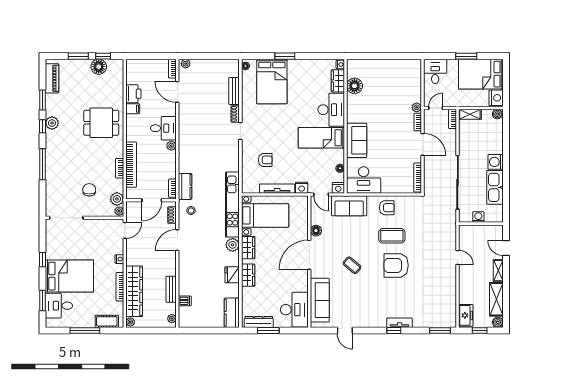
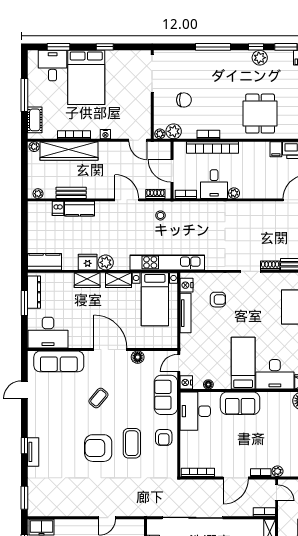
desk: (163, 128) -> (214, 184), moved
armchair: (265, 160) -> (218, 300), turned -90
kitchen counter: (185, 186) -> (79, 209), moved
nightstand: (302, 188) -> (186, 285), moved
plant: (233, 245) -> (106, 262), moved
armchair: (396, 265) -> (98, 448), turned -90

